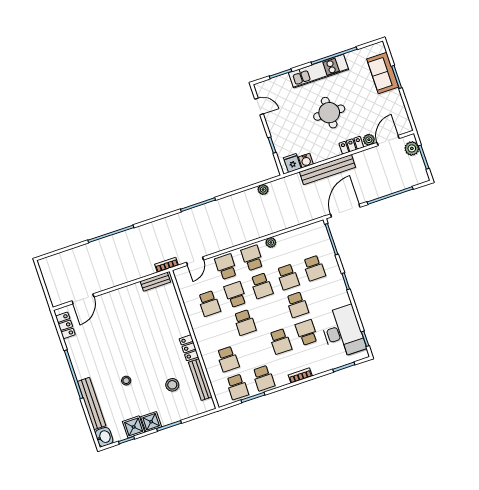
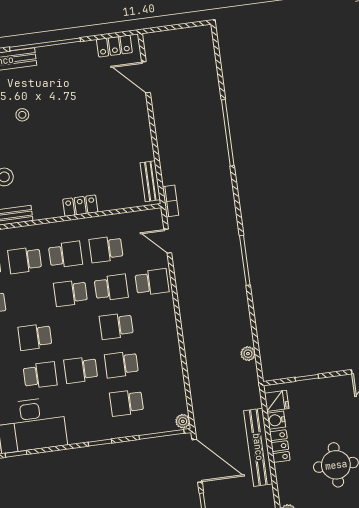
locker: (351, 145) -> (280, 446), moved
plant: (271, 242) -> (183, 421), moved
school desk: (252, 258) -> (65, 255), moved
locker: (189, 348) -> (80, 206), moved

